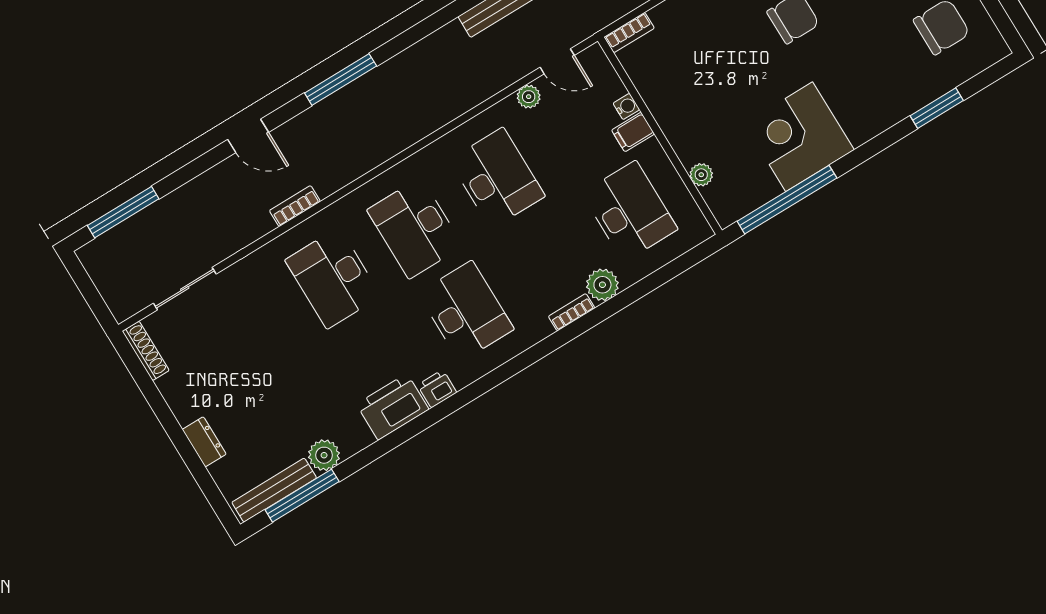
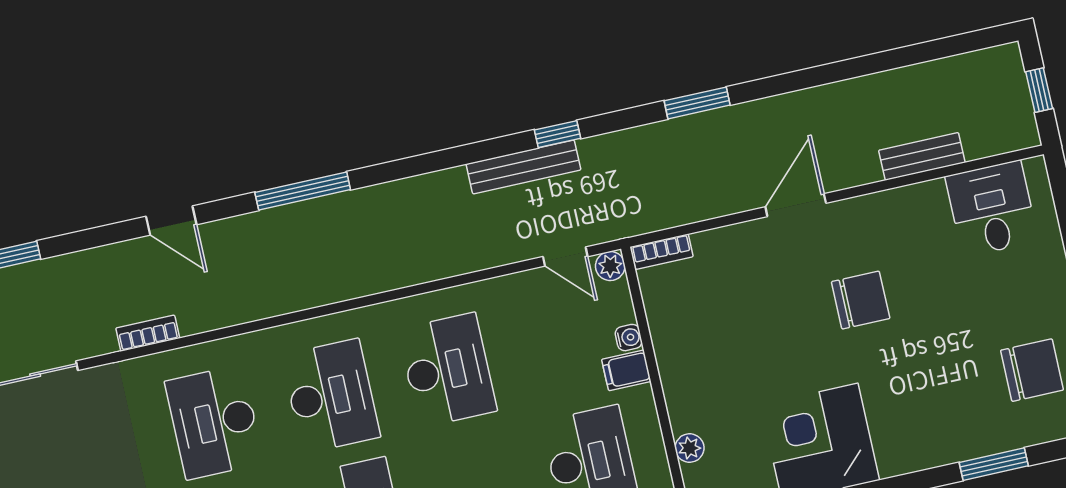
plant: (529, 97) -> (610, 266), moved
bookcase: (295, 206) -> (148, 333), moved
desk: (415, 228) -> (331, 396), turned 180

